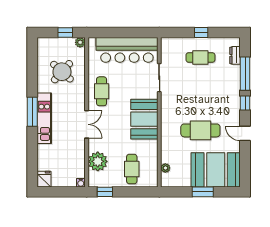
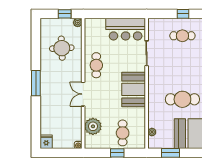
bar counter: (127, 50) -> (126, 29), width x0.73
round table: (62, 72) -> (62, 48), turned 45
kitchen unit: (44, 118) -> (46, 89), removed
double door: (87, 124) -> (83, 94), swing flipped
window: (105, 192) -> (117, 153), moved
window: (203, 192) -> (170, 153), moved

